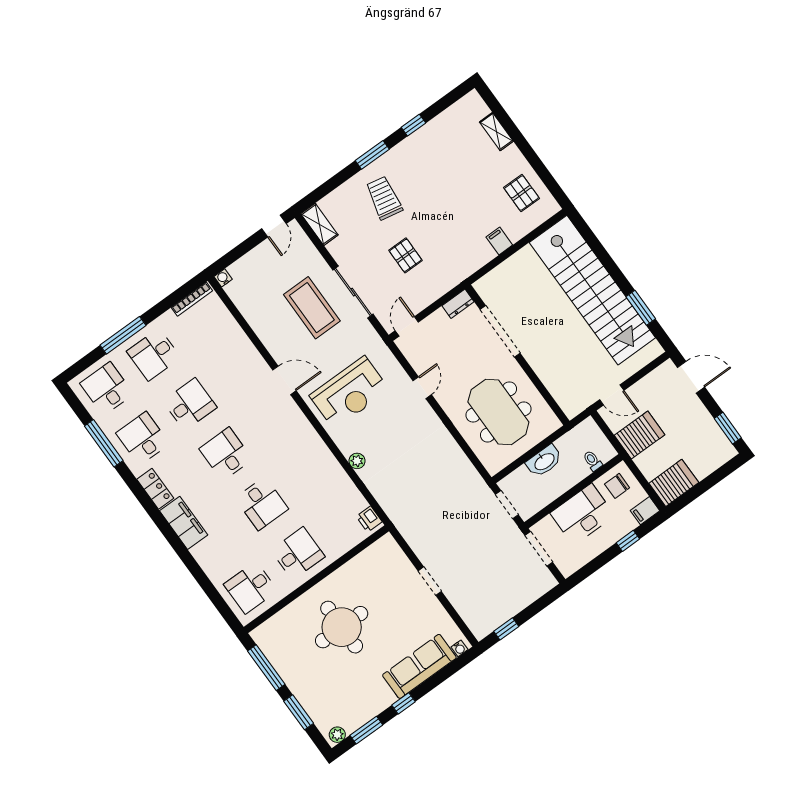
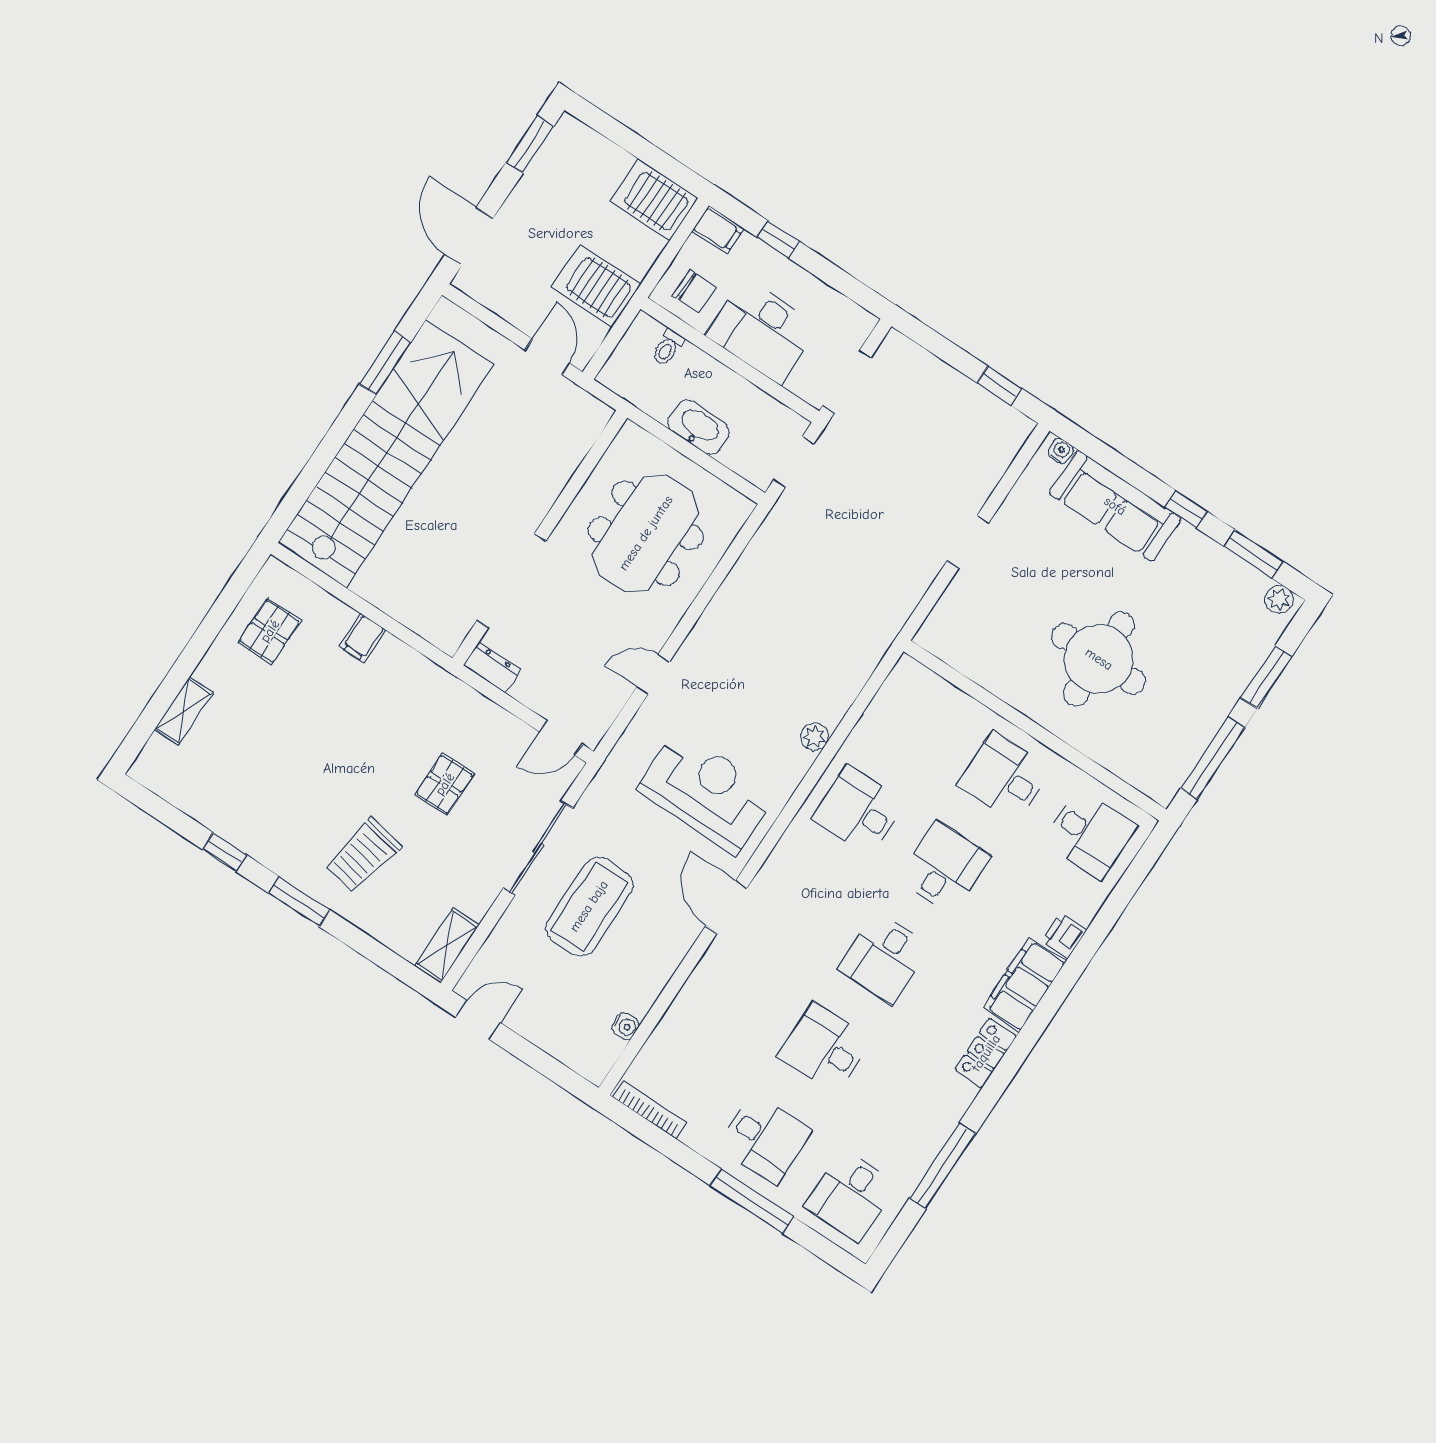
water cooler: (223, 278) -> (626, 1026), moved, turned -90
desk: (143, 438) -> (859, 811), moved, turned 90
printer: (369, 519) -> (1064, 936), moved, turned 180

